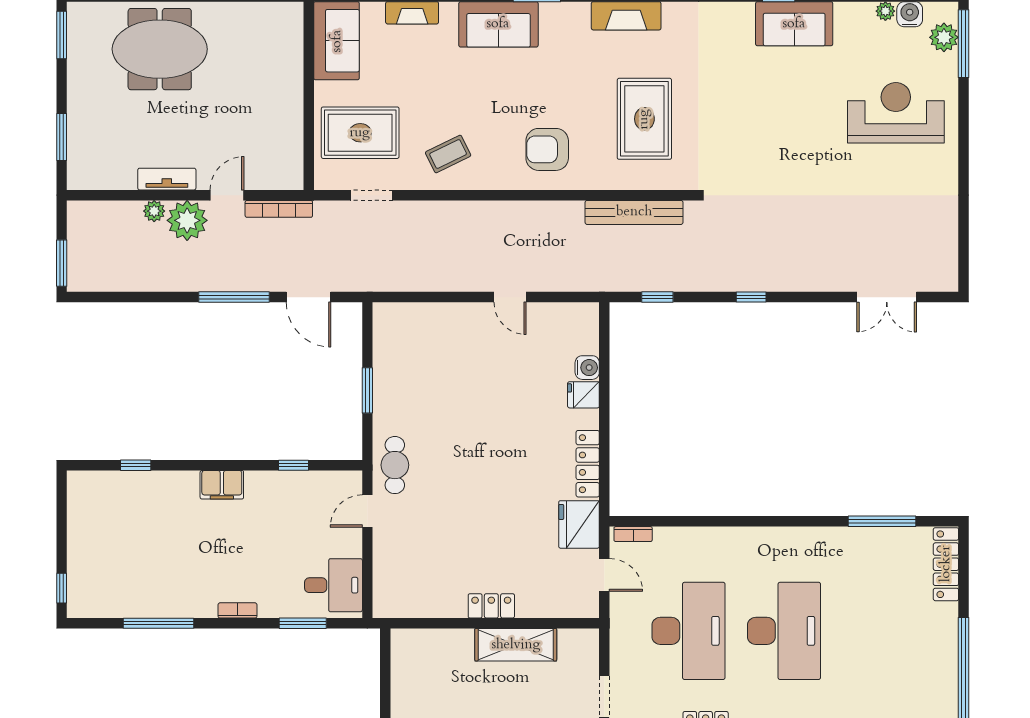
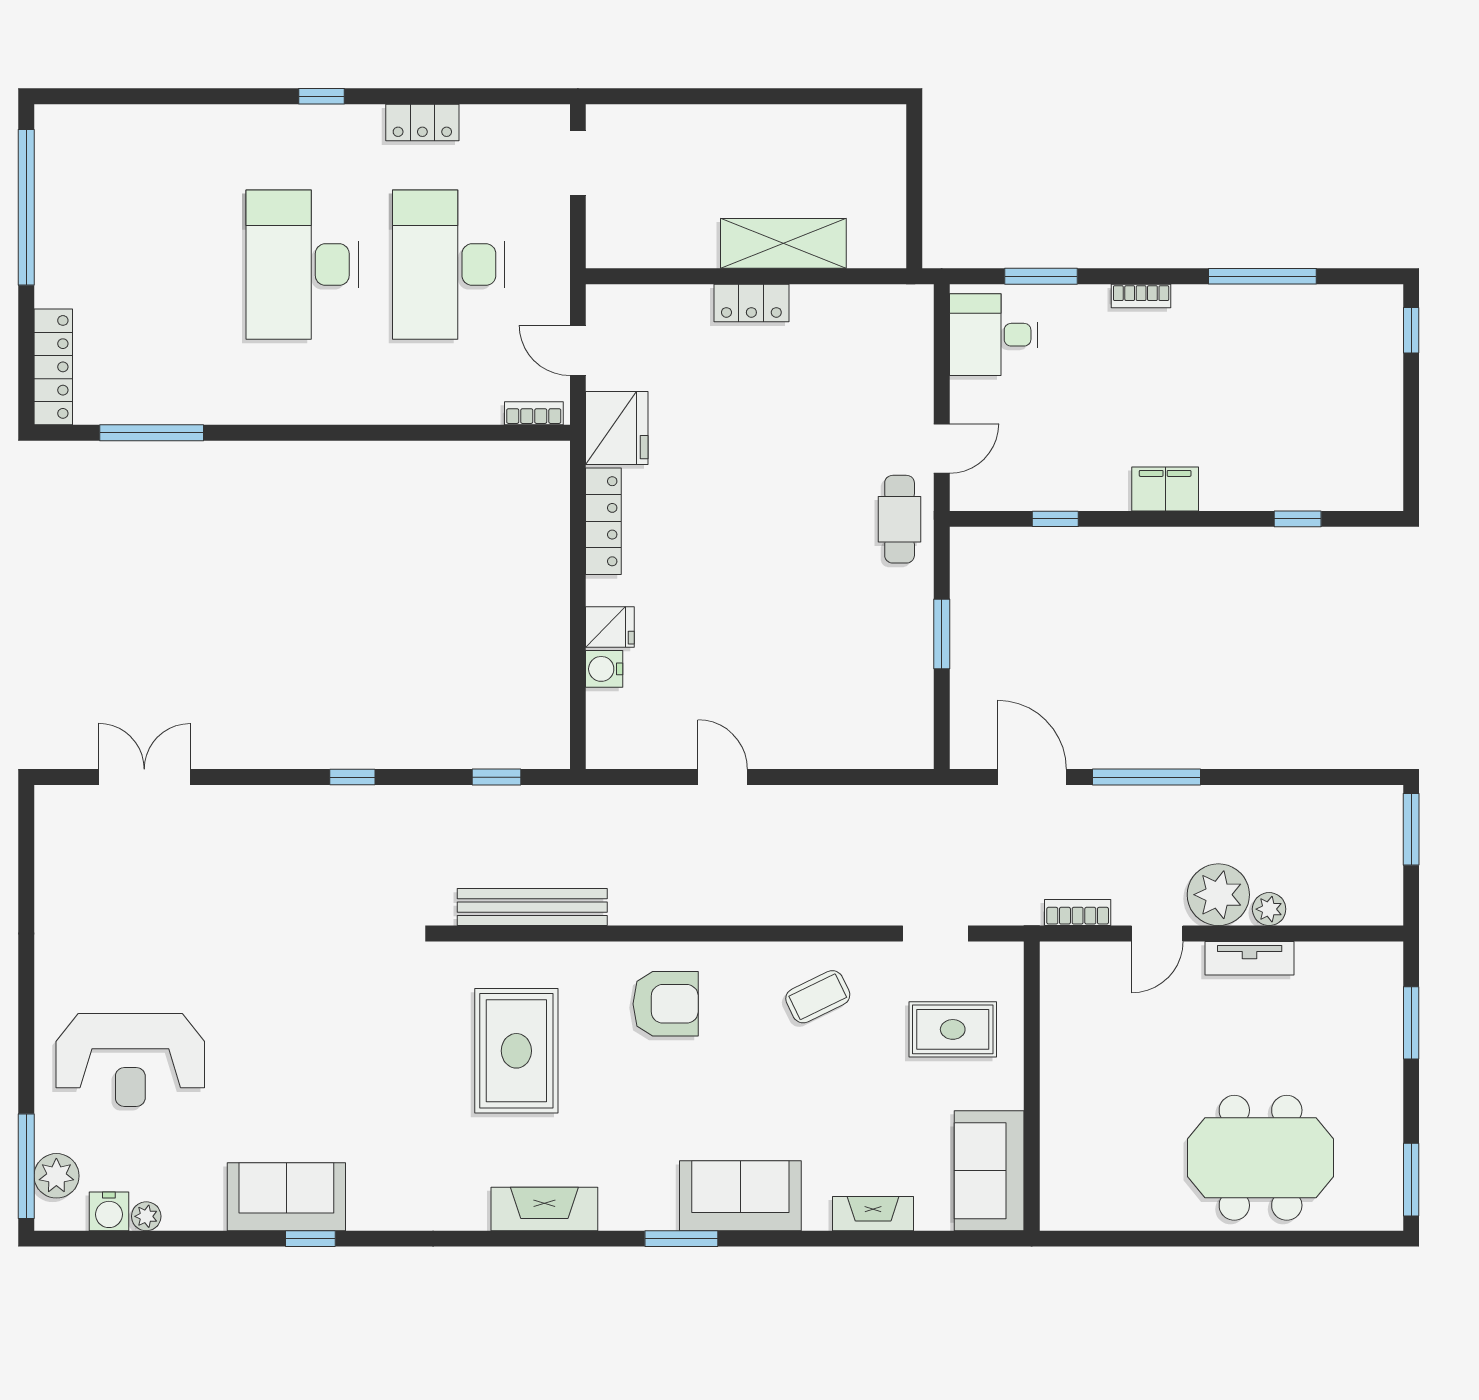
rug: (360, 133) -> (953, 1029), width x0.73, depth x0.70
bookcase: (279, 209) -> (1078, 912), width x0.64
shelving: (516, 645) -> (783, 243), moved

